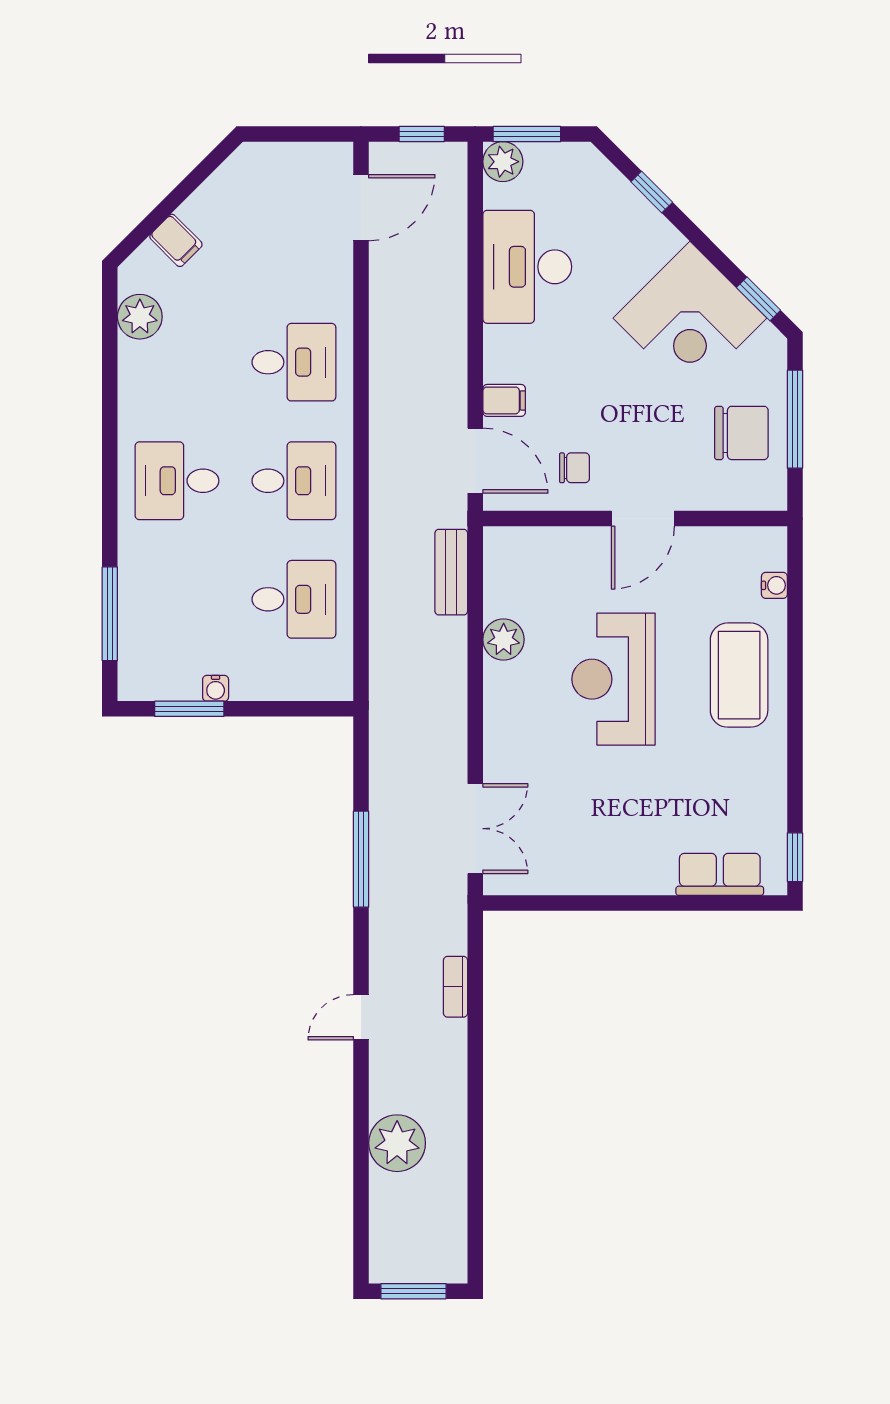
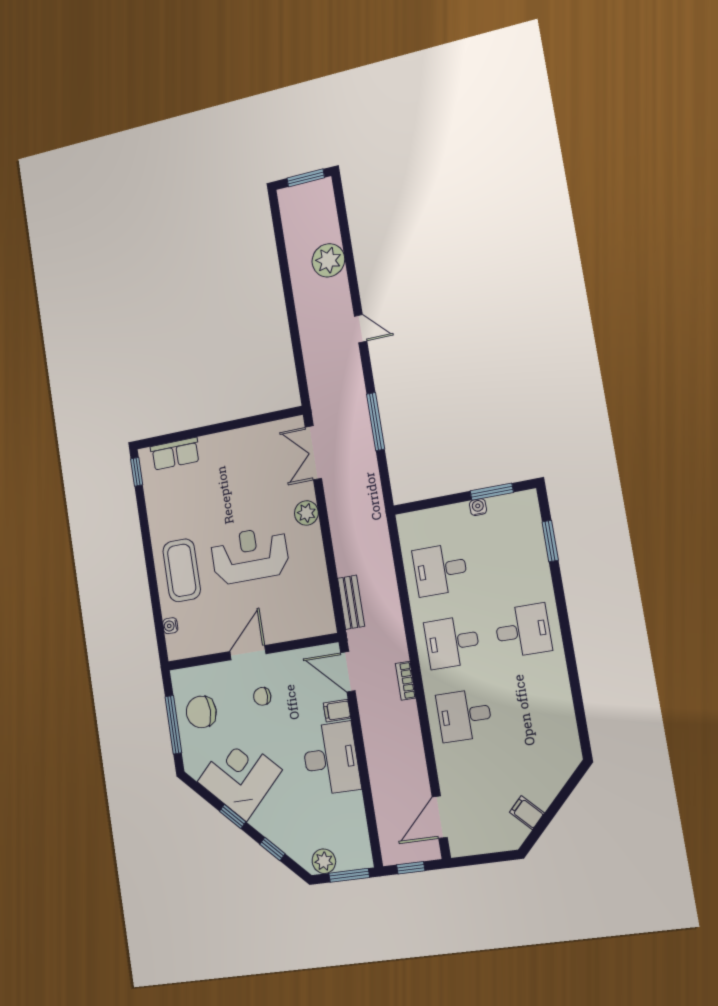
plant: (503, 162) -> (324, 861), moved
filing cabinet: (176, 240) -> (527, 813), moved
desk: (527, 267) -> (331, 758), moved
window: (758, 299) -> (233, 817), moved
plant: (140, 317) -> (564, 730), removed
chair: (574, 468) -> (262, 696), moved
window: (110, 614) -> (550, 541), width x0.69
plant: (504, 640) -> (306, 513), moved
reception desk: (614, 679) -> (250, 555), turned -90
bookcase: (455, 987) -> (406, 681), moved, turned 180
door: (361, 1017) -> (361, 329), hinge flipped

